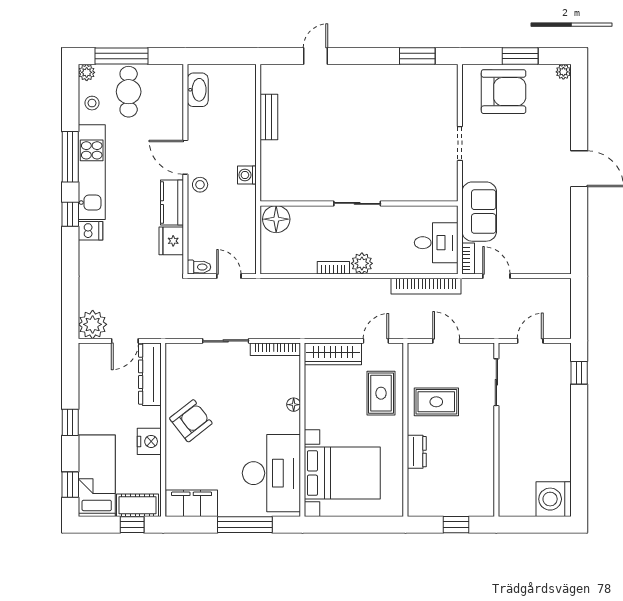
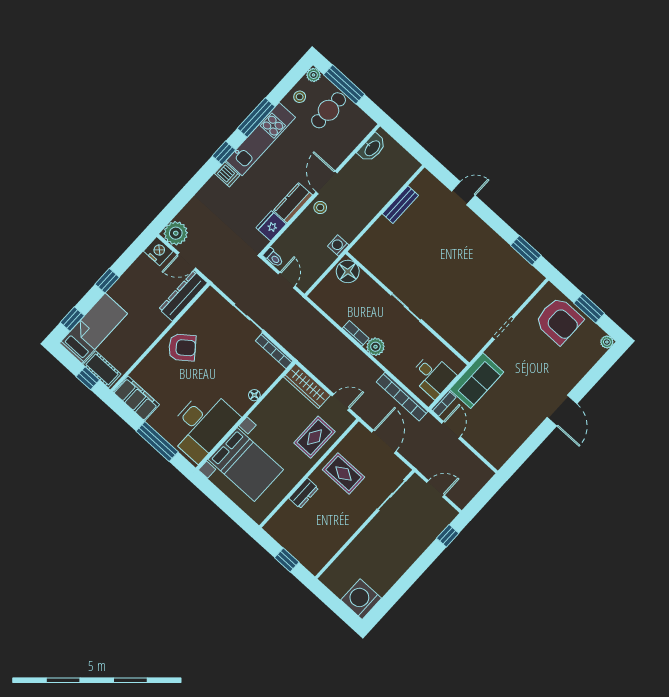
washing machine: (247, 175) -> (338, 246), moved
door: (446, 341) -> (384, 442), width x1.38
nightstand: (149, 441) -> (158, 251), moved, turned -90

